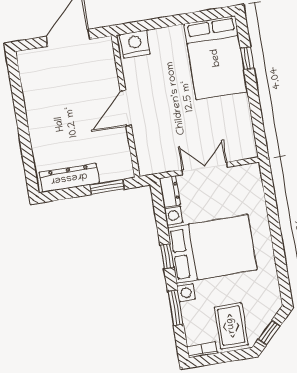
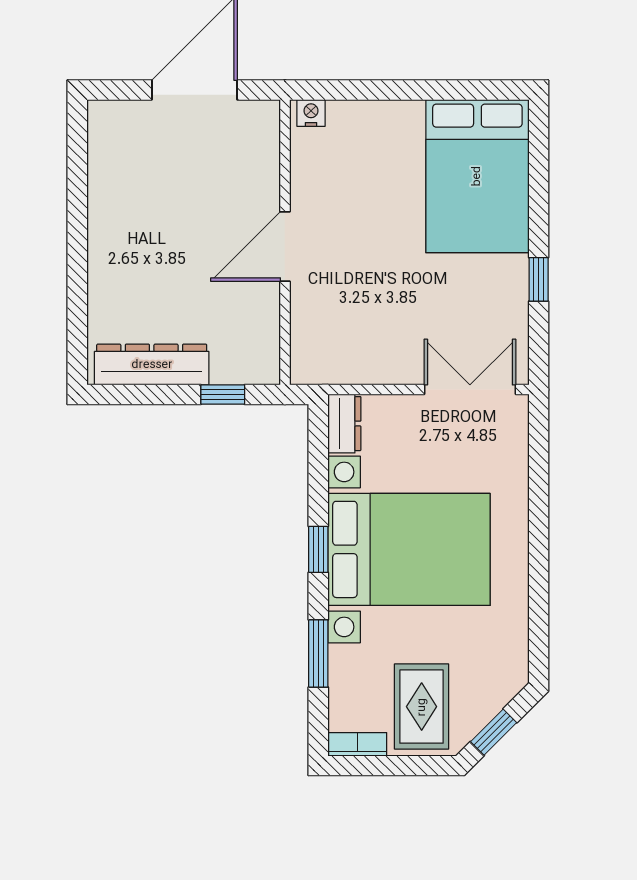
nightstand: (135, 44) -> (311, 113), width x0.53, depth x0.56
window: (247, 58) -> (539, 279), moved
double door: (205, 168) -> (470, 390), moved
window: (107, 187) -> (223, 395), width x0.67

